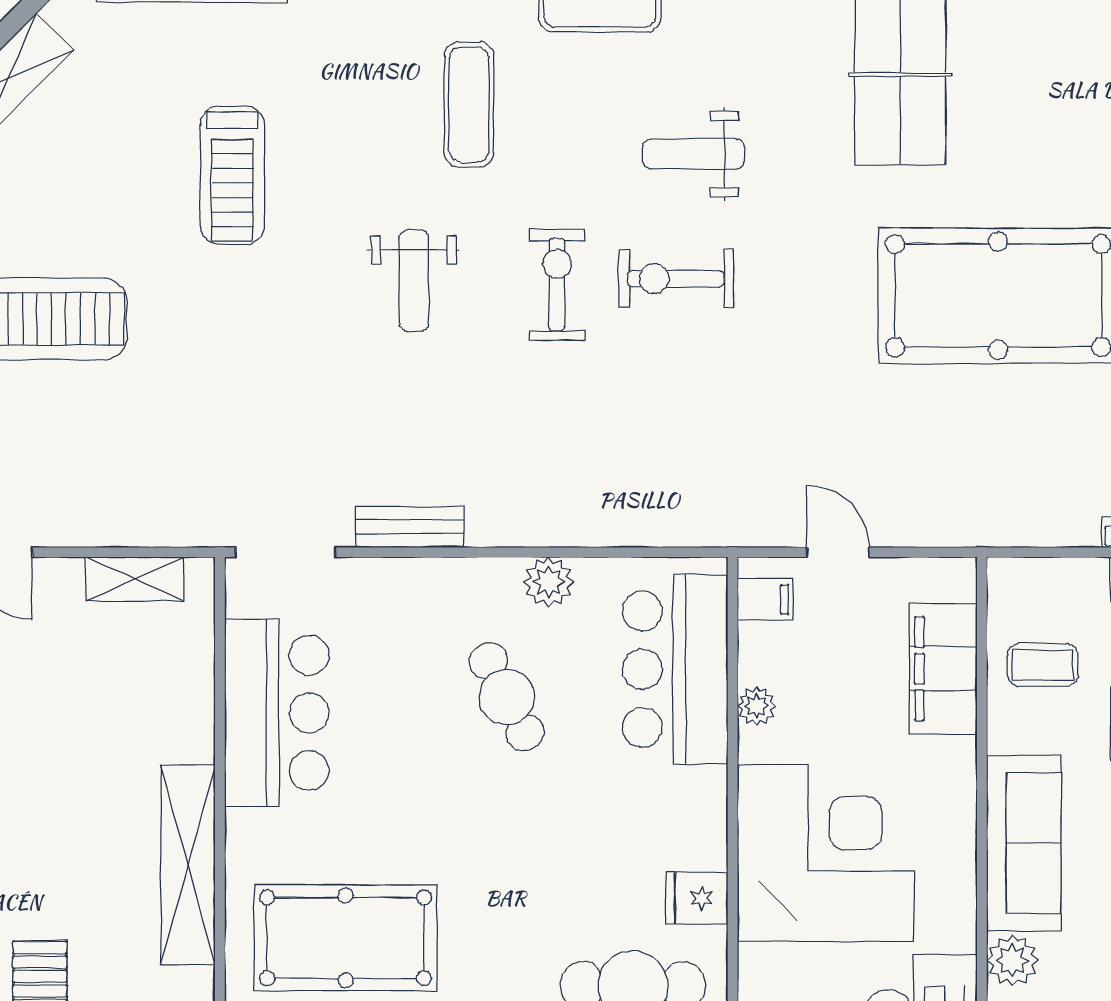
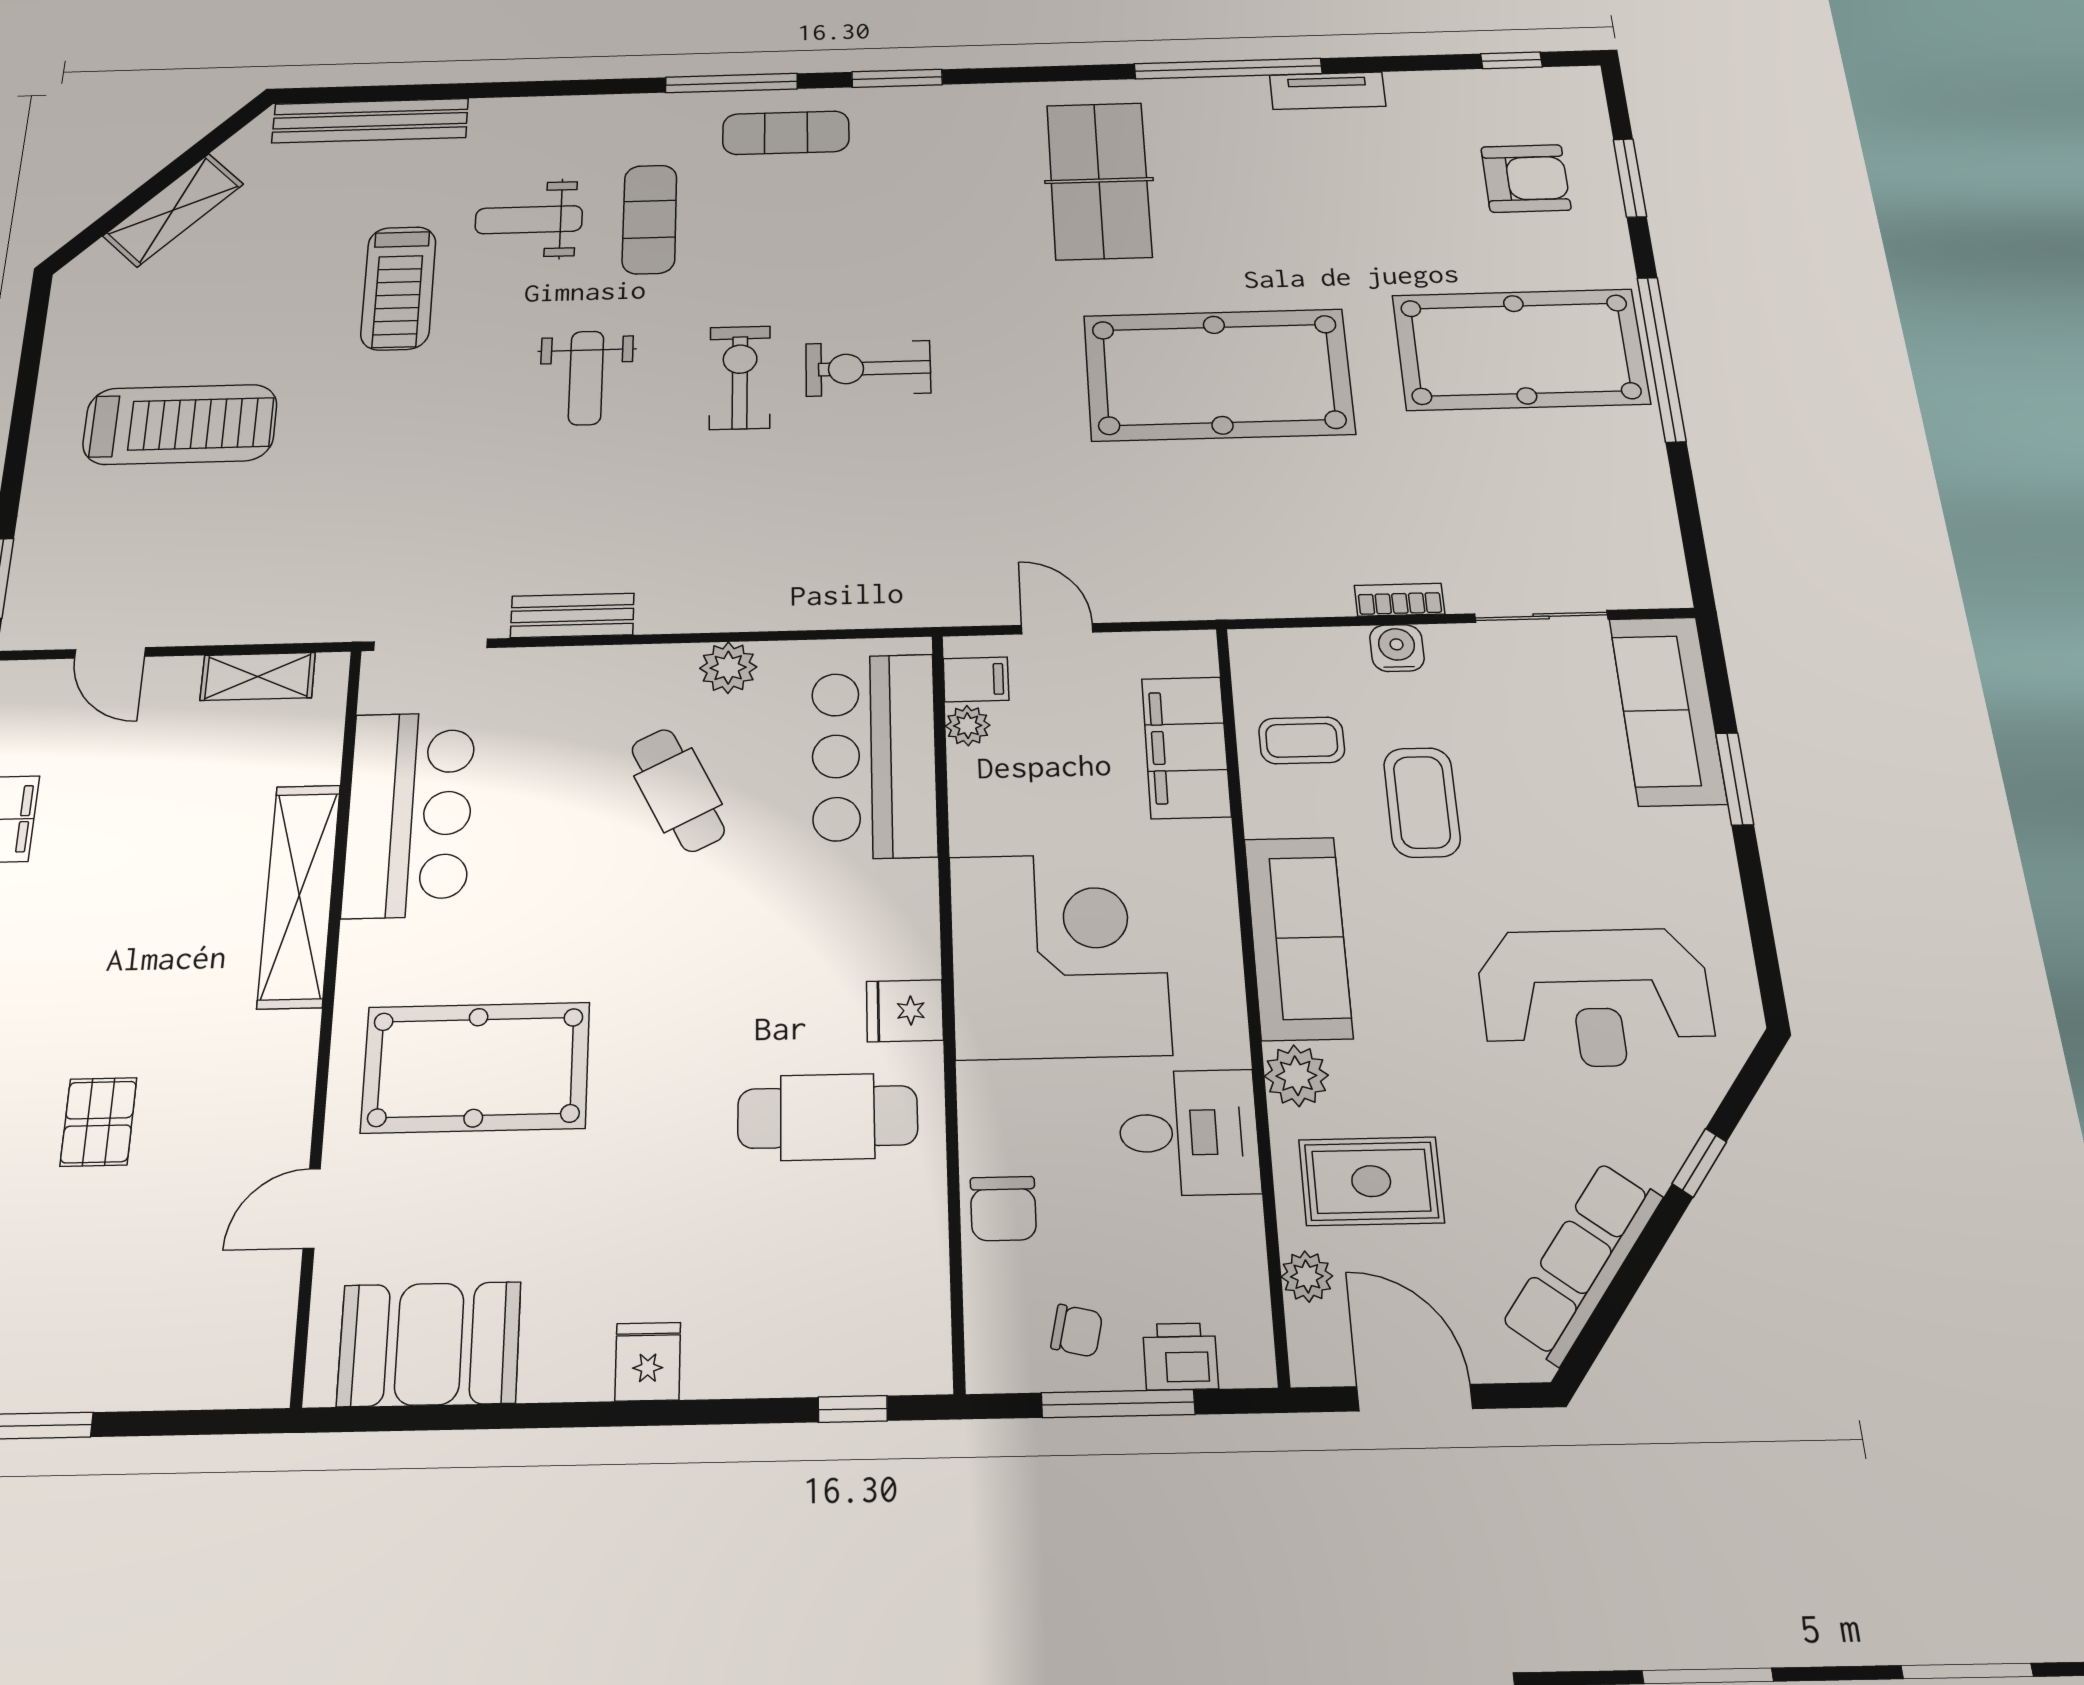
weight bench: (694, 154) -> (529, 220), moved
plant: (756, 706) -> (968, 726), moved
shelving: (188, 865) -> (299, 895), moved

